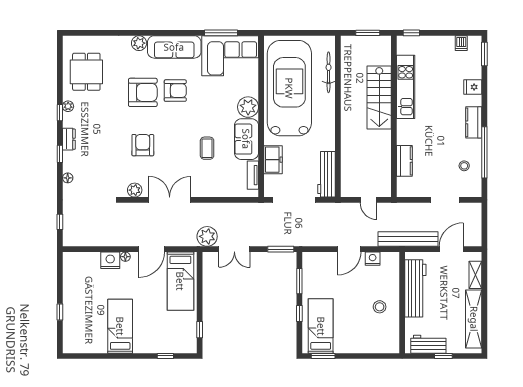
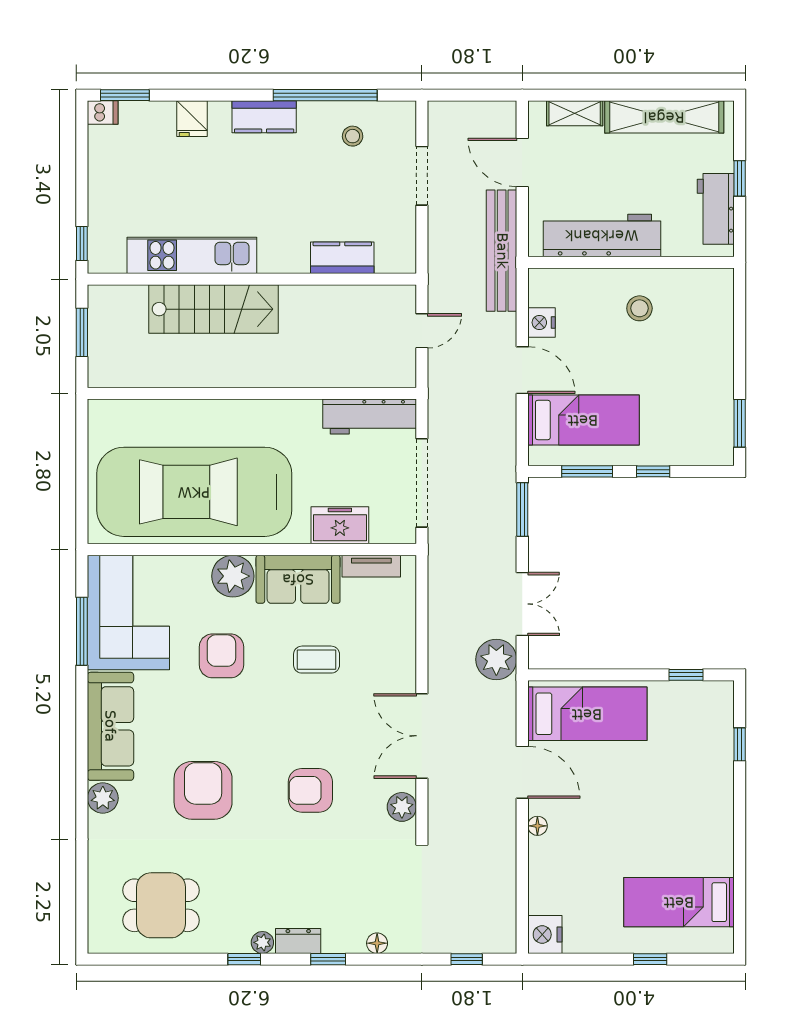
dishwasher: (461, 43) -> (103, 113), moved
bicycle: (329, 72) -> (162, 412), removed
armchair: (175, 91) -> (221, 656), moved
plant: (68, 106) -> (262, 942), moved
nightstand: (110, 260) -> (545, 935), moved
bed: (120, 326) -> (679, 902), moved
bed: (321, 326) -> (583, 420), moved, turned 180

